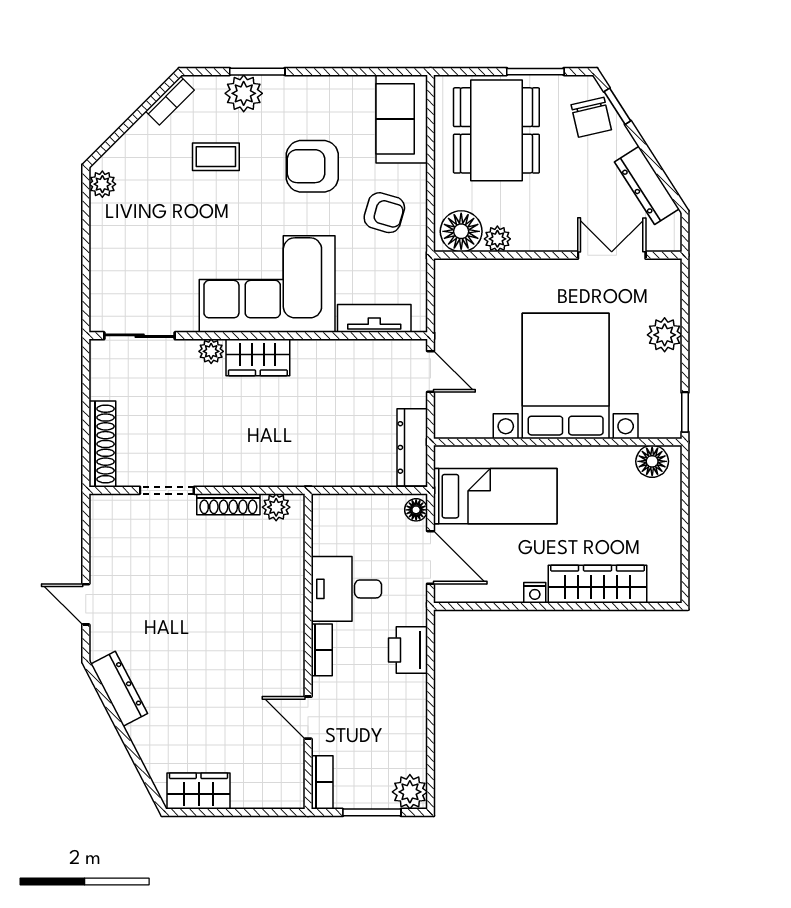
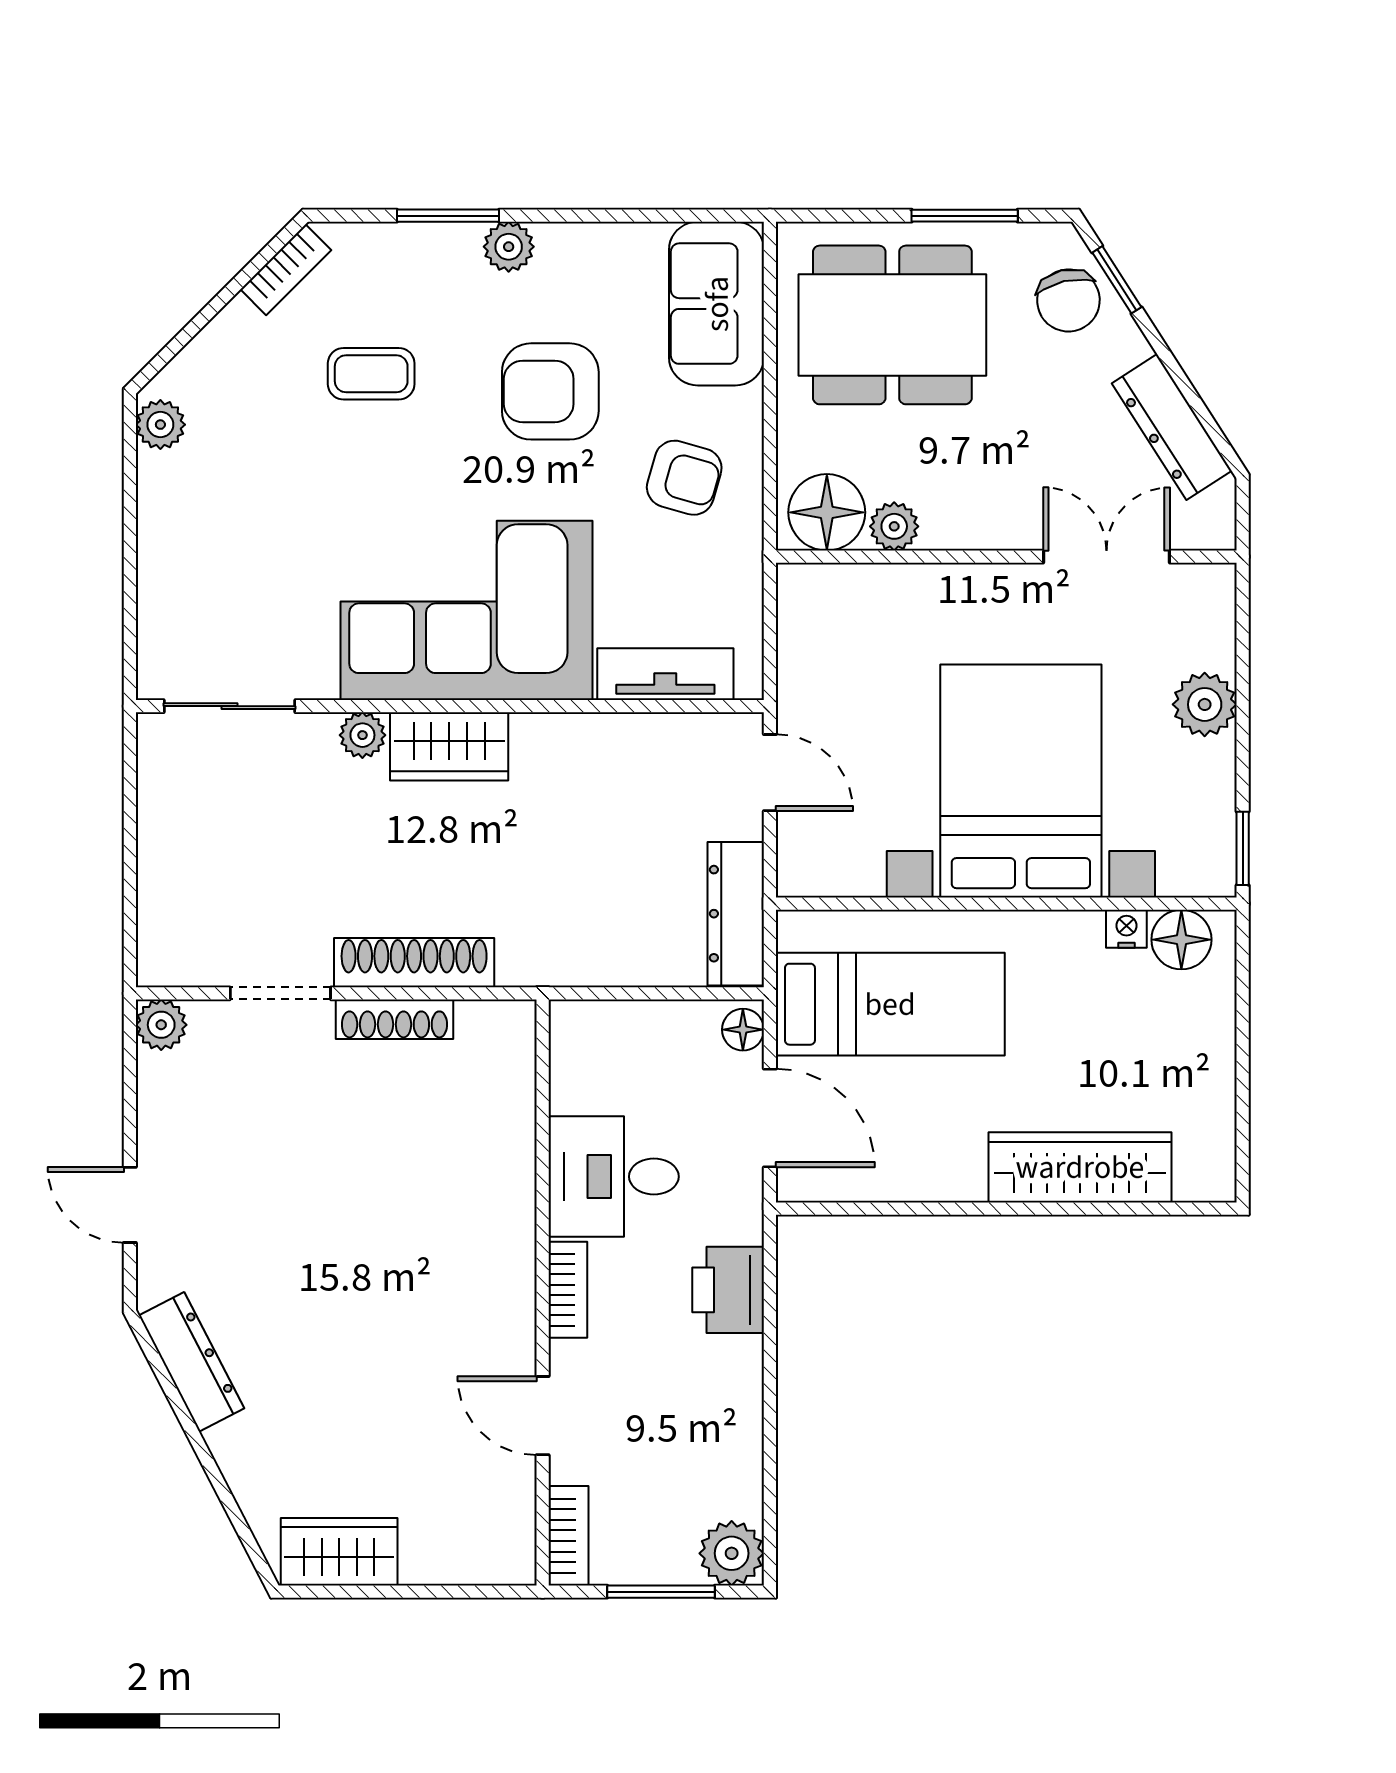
plant: (244, 93) -> (509, 247), moved, width x0.73, depth x0.73
dining table: (496, 130) -> (892, 325), turned 90
shoe rack: (102, 444) -> (414, 963), moved, turned -90
plant: (276, 507) -> (161, 1025), moved
nightstand: (535, 593) -> (1126, 929), moved, turned 180

